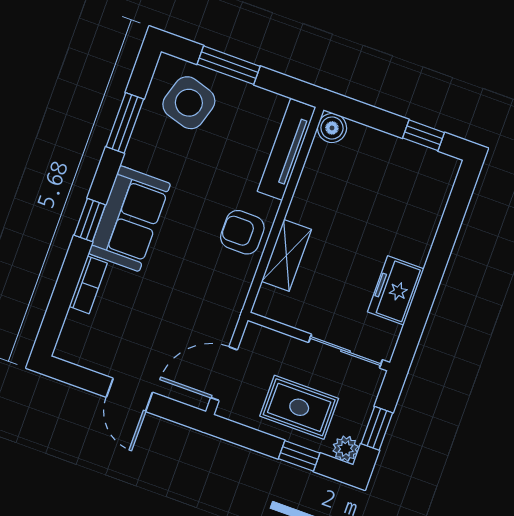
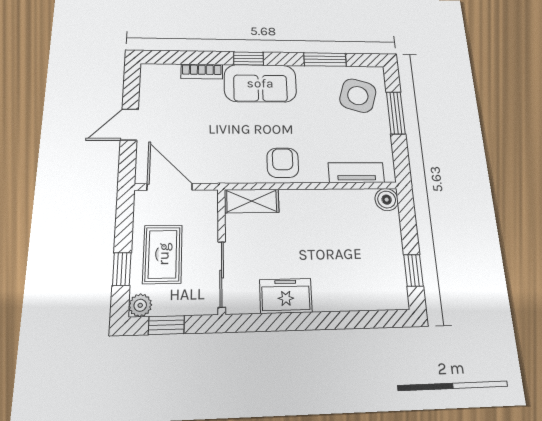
tv unit: (286, 149) -> (356, 173), width x0.71
shelving: (286, 255) -> (252, 201), moved

